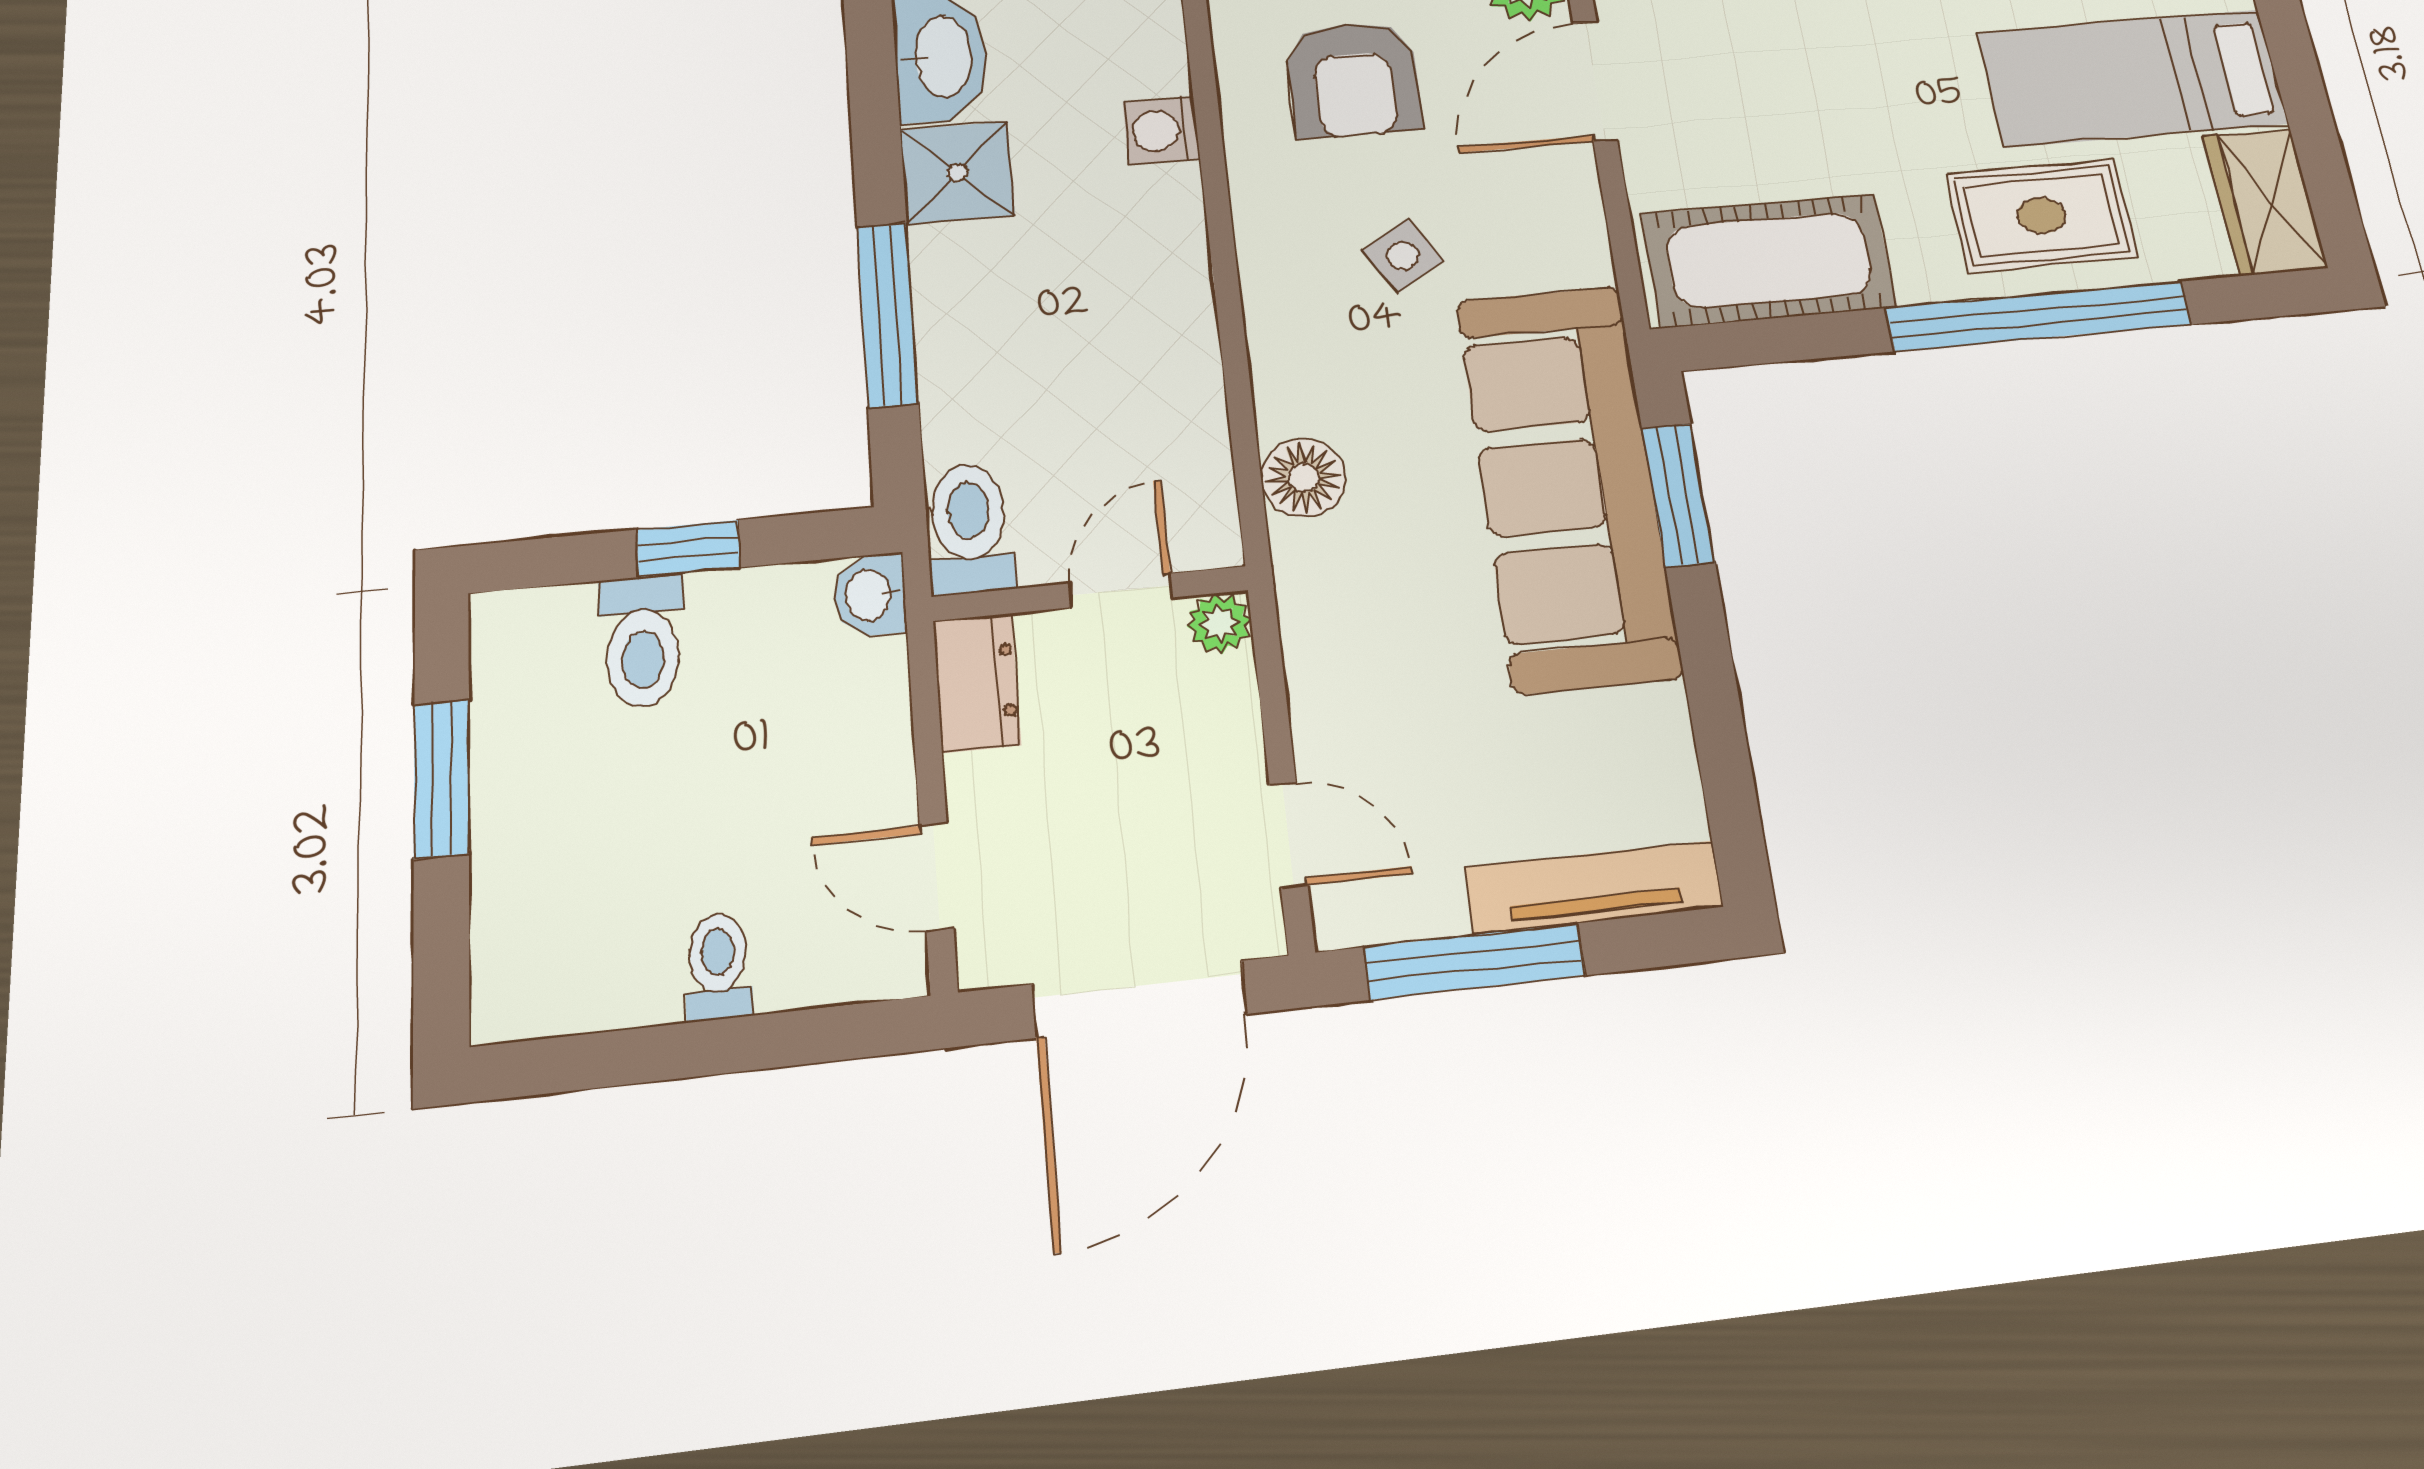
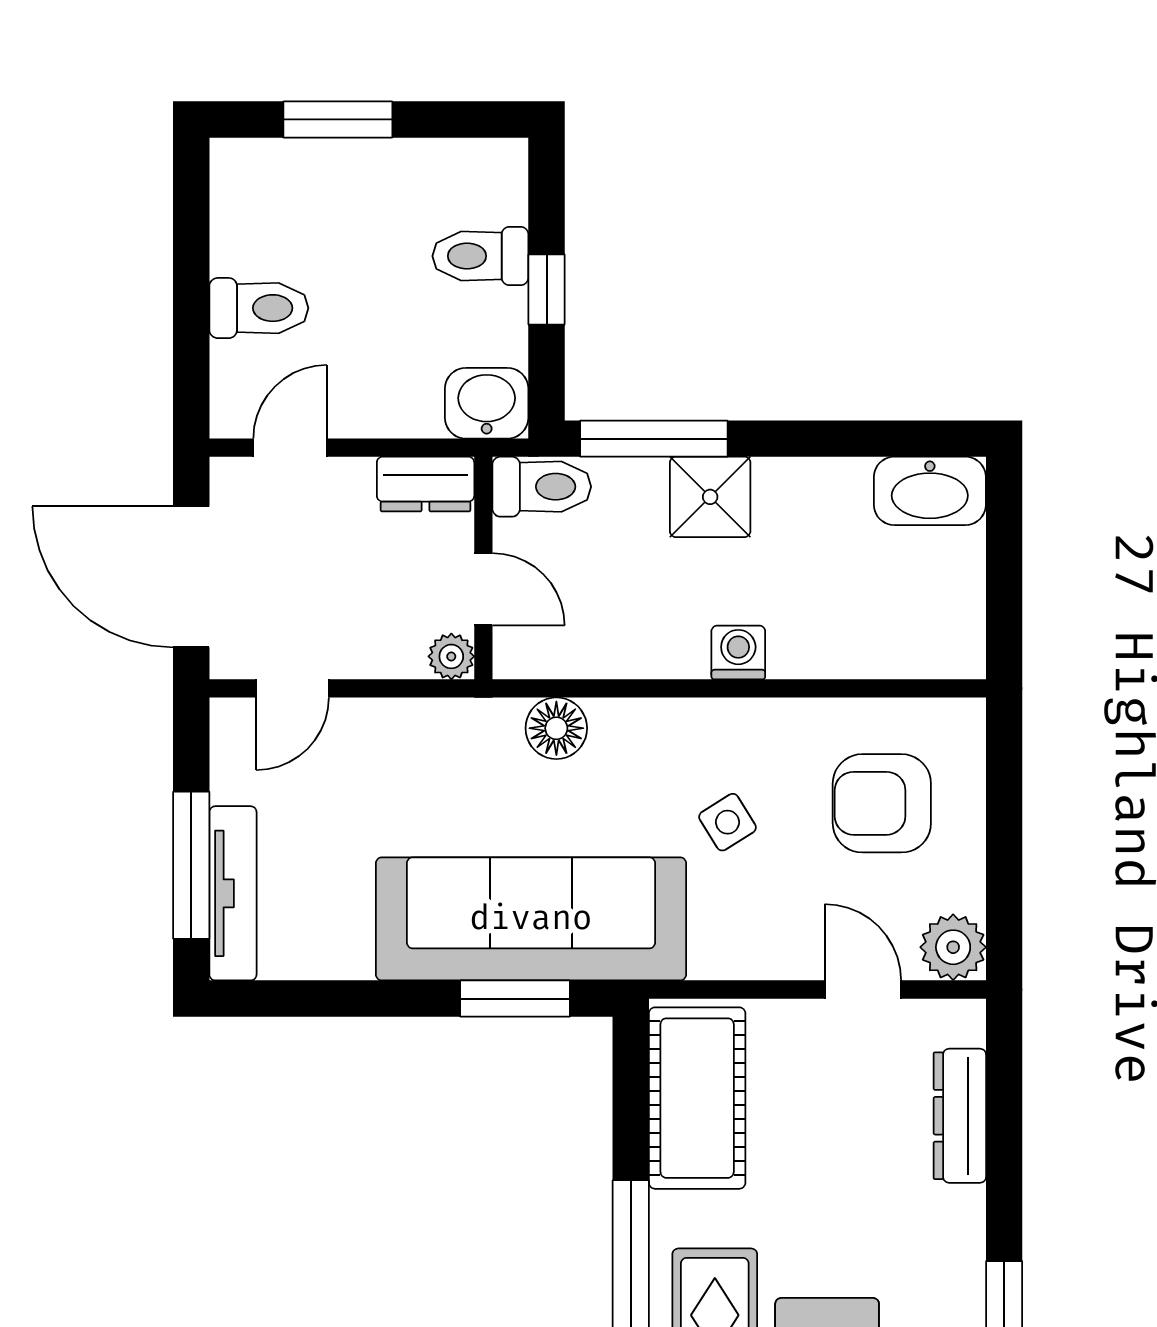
door: (1595, 81) -> (863, 989), width x0.73
washing machine: (1161, 131) -> (738, 652), moved
shower: (957, 173) -> (710, 497), moved
window: (887, 314) -> (654, 439), moved
washbasin: (870, 595) -> (487, 403), width x1.38, depth x1.45
window: (442, 779) -> (338, 119), moved
window: (1474, 961) -> (191, 865), moved
toilet: (718, 966) -> (259, 308), width x1.37, depth x1.39

